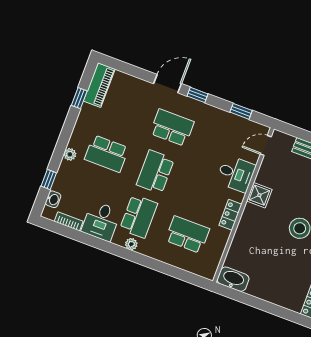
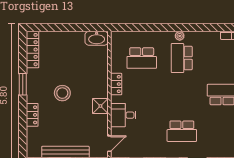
school desk: (155, 172) -> (182, 95), removed
desk: (101, 221) -> (208, 44), removed

